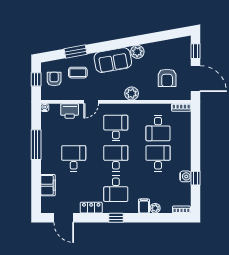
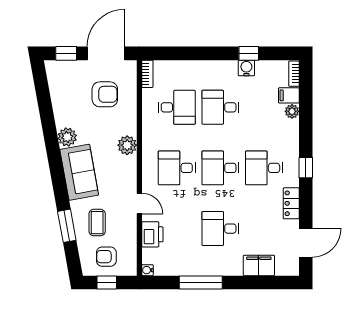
desk: (116, 189) -> (264, 168), turned 180
filing cabinet: (144, 206) -> (289, 95), moved

